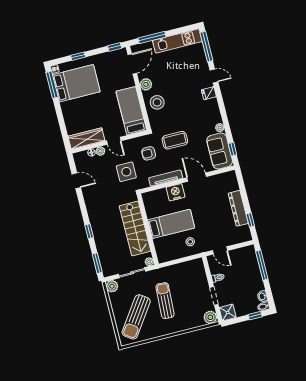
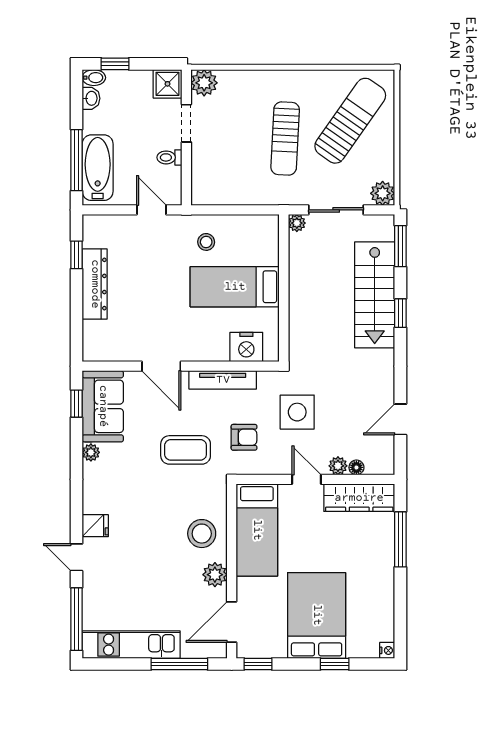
bed: (76, 83) -> (317, 615), moved, turned 90
window: (52, 85) -> (400, 539), moved
door: (76, 181) -> (400, 419), hinge flipped
nightstand: (176, 192) -> (246, 347), moved
stairs: (135, 228) -> (375, 295), moved, turned 180
bathtub: (251, 264) -> (98, 168), added

